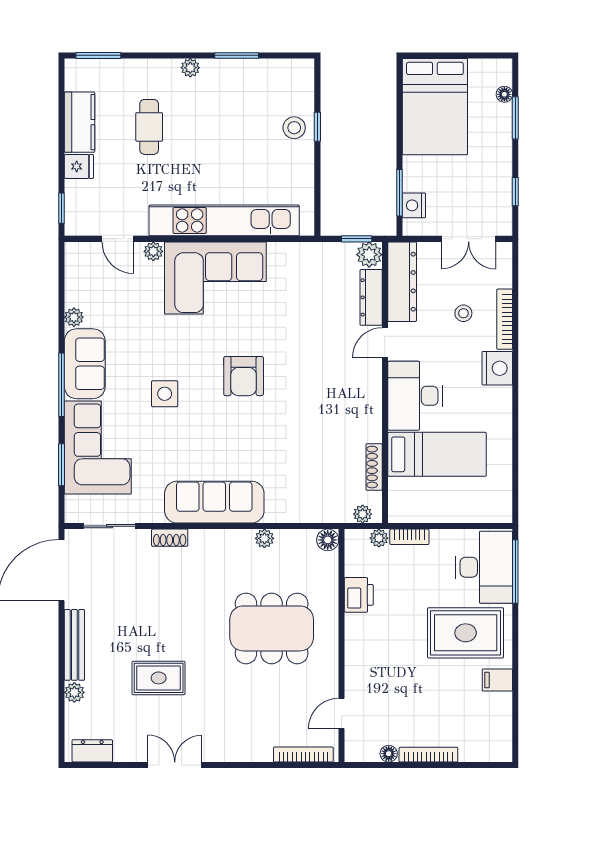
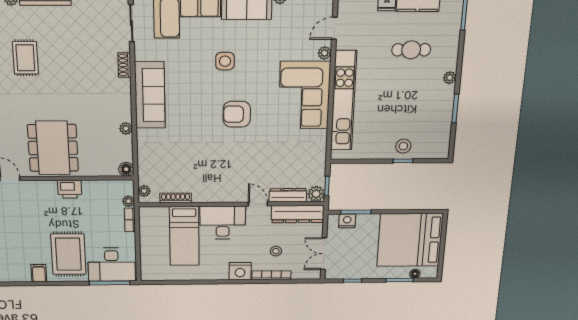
bed: (435, 107) -> (410, 240), width x1.36
printer: (359, 595) -> (70, 189), moved
dining table: (272, 628) -> (53, 148), moved

